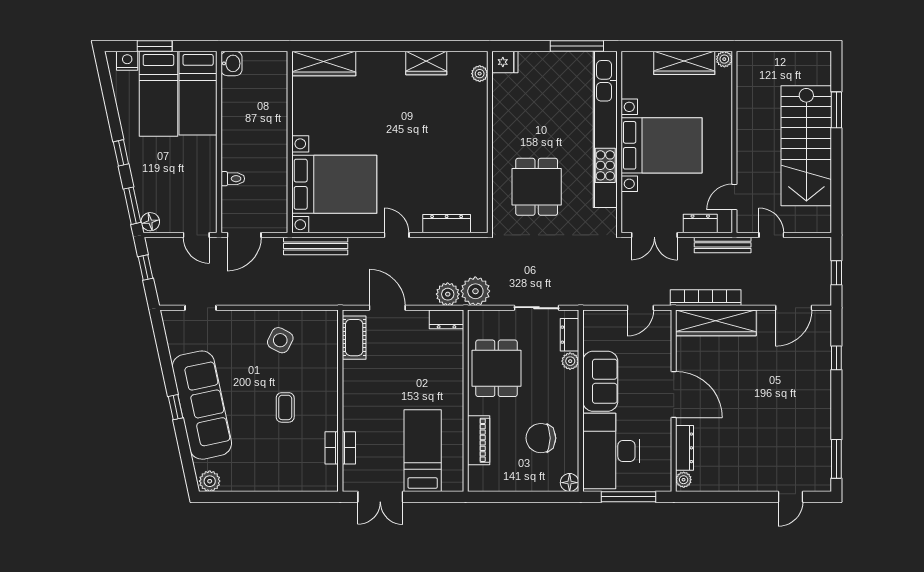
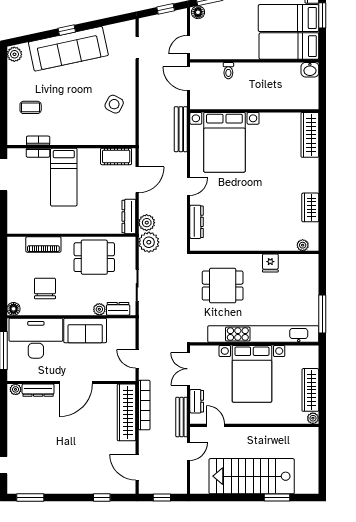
fridge: (505, 62) -> (270, 263), moved
dresser: (446, 319) -> (129, 216), width x1.44
coffee table: (285, 407) -> (31, 107), moved
bed: (423, 451) -> (64, 177), moved, turned 90

